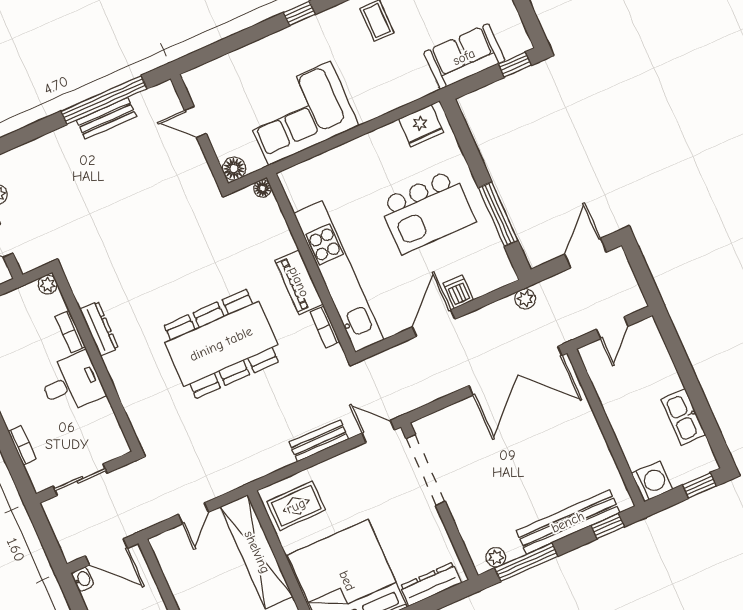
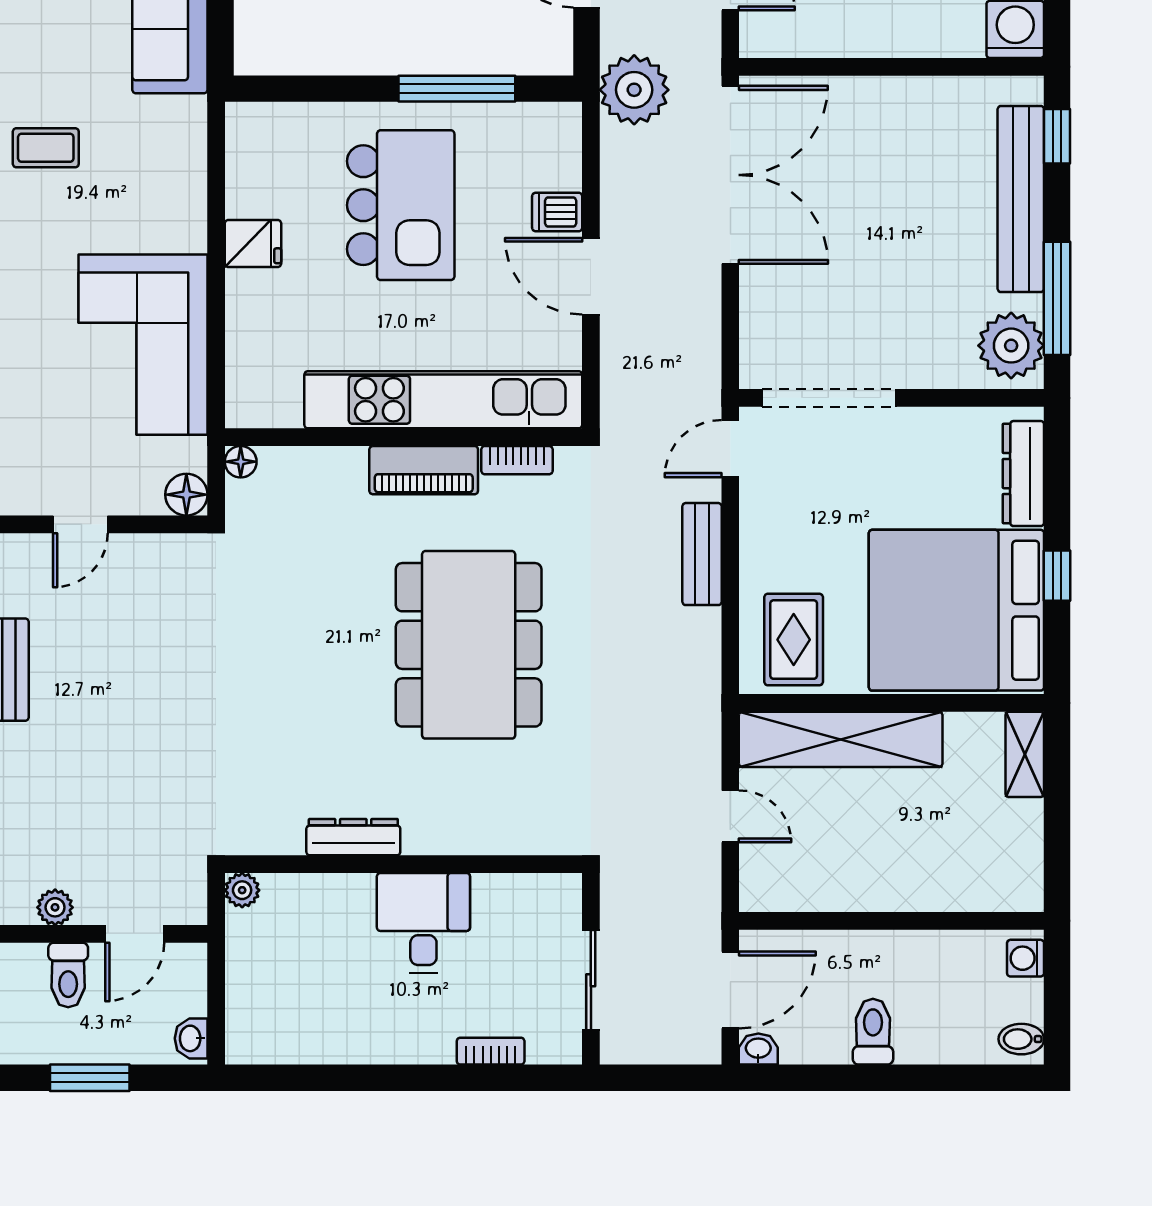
fridge: (421, 126) -> (253, 244), moved, width x0.72
plant: (525, 299) -> (634, 90), width x1.87, depth x1.87
bookcase: (70, 332) -> (337, 887), removed
plant: (496, 557) -> (1011, 346), width x1.88, depth x1.88

